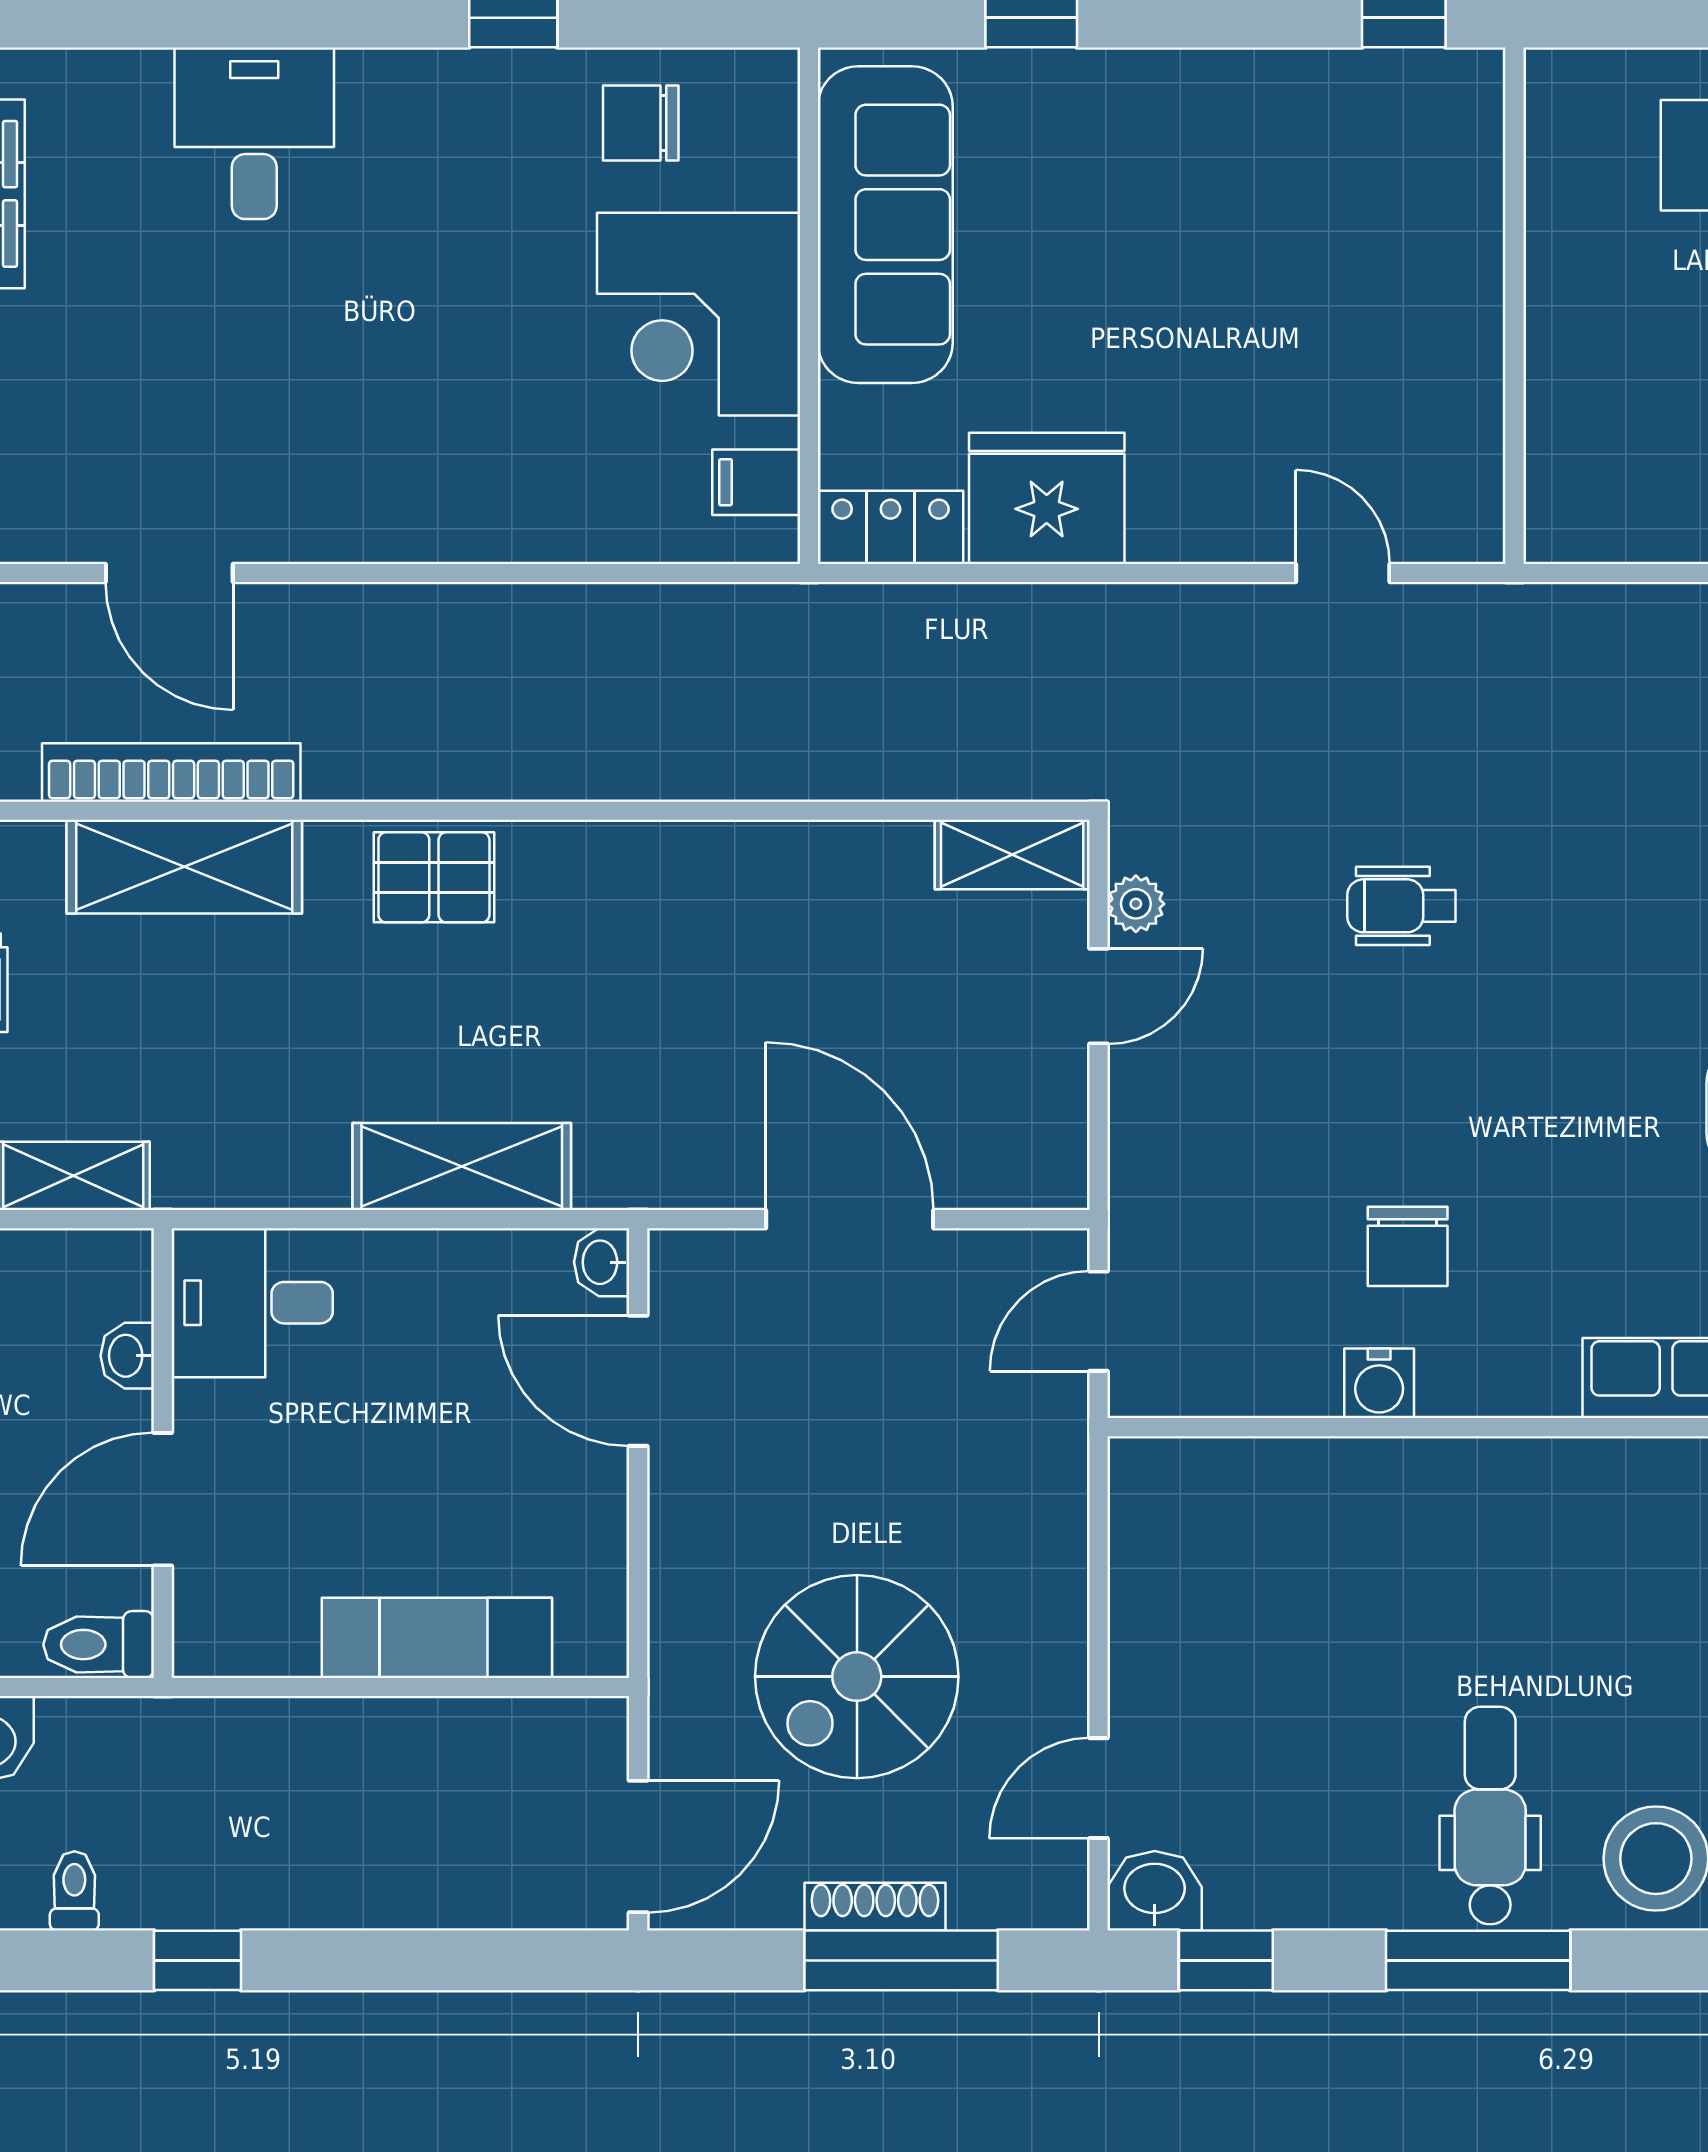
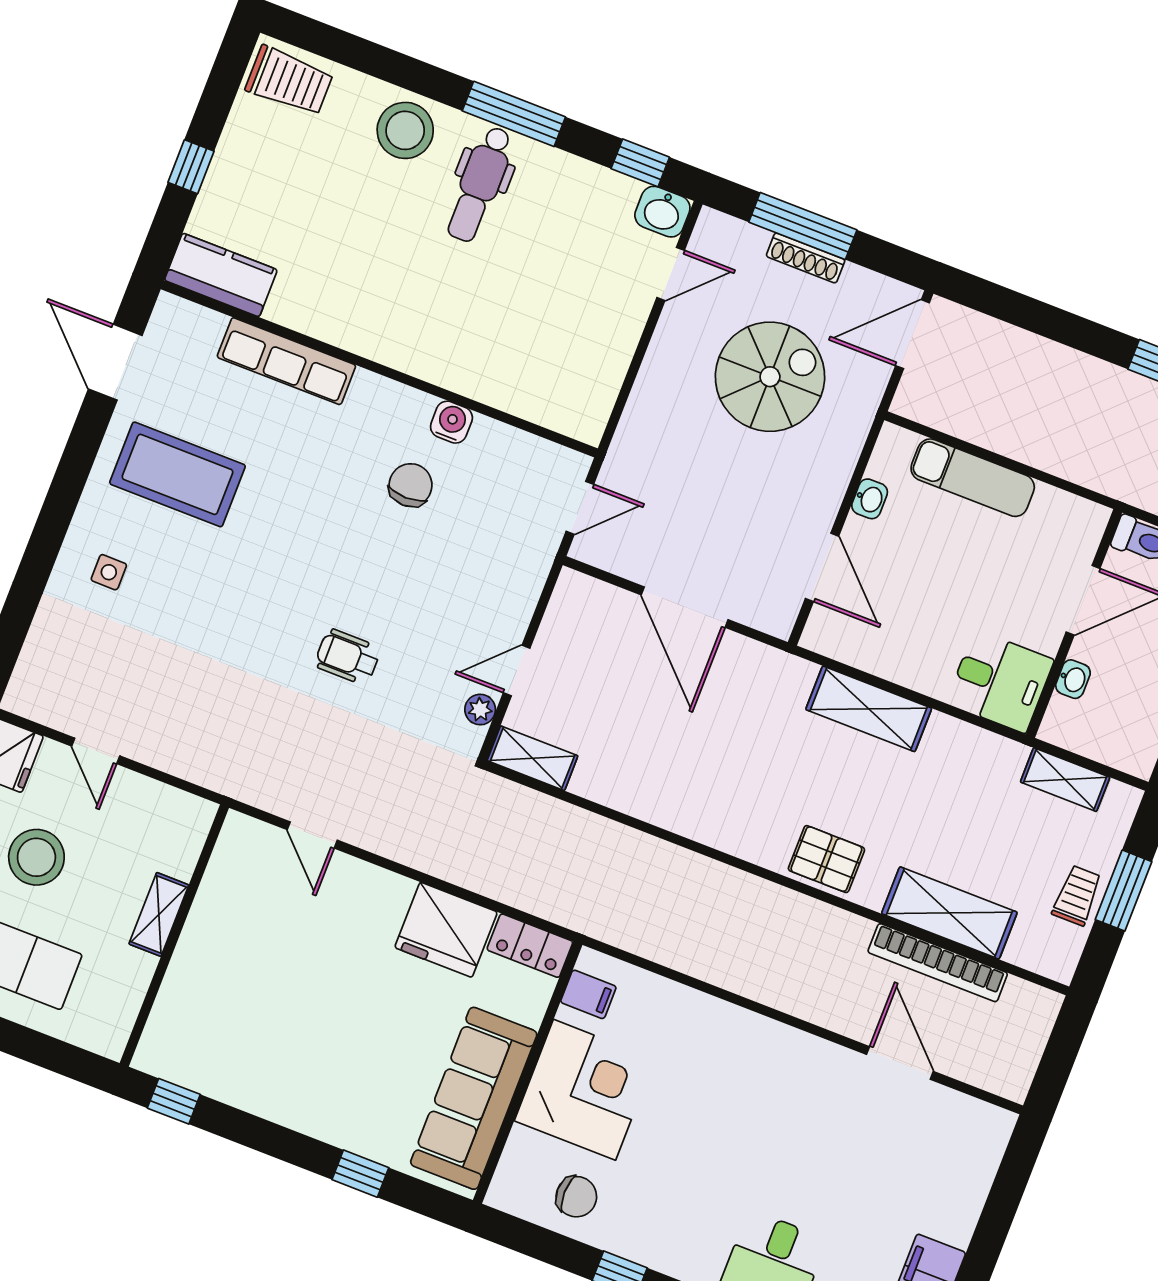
shelving: (1556, 332) -> (159, 914), added
wheelchair: (1402, 906) -> (347, 657), turned 180
washbasin: (602, 1262) -> (870, 499), moved

